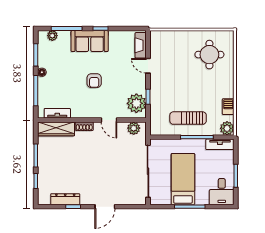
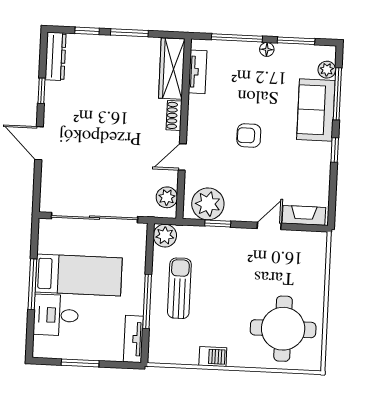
sofa: (90, 41) -> (316, 110), moved
round table: (209, 55) -> (283, 329), width x1.36, depth x1.36
barbecue: (228, 107) -> (213, 357), moved
plant: (227, 128) -> (165, 236), moved
desk: (222, 192) -> (56, 315), moved
dresser: (65, 199) -> (56, 56), moved

